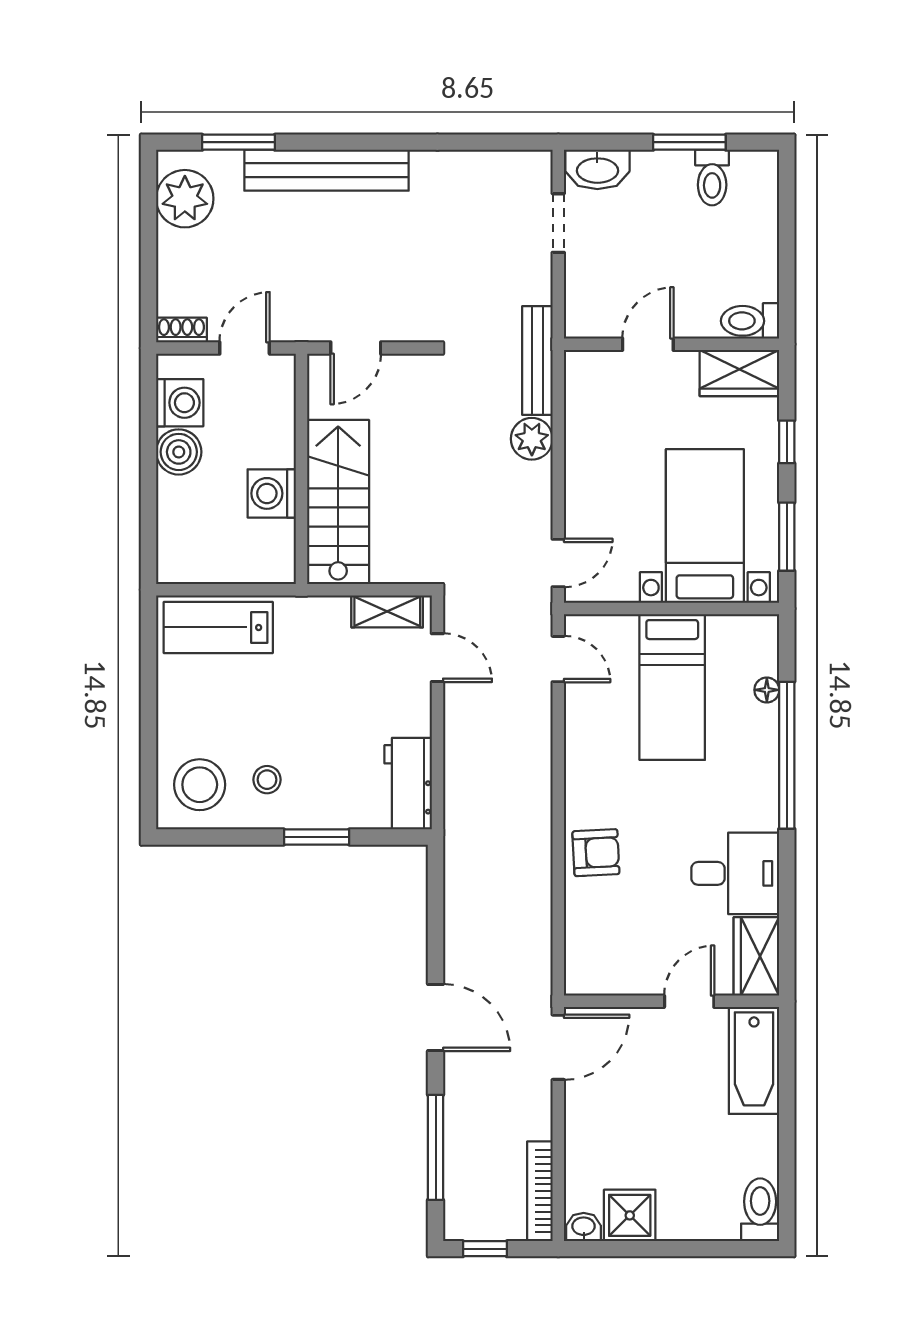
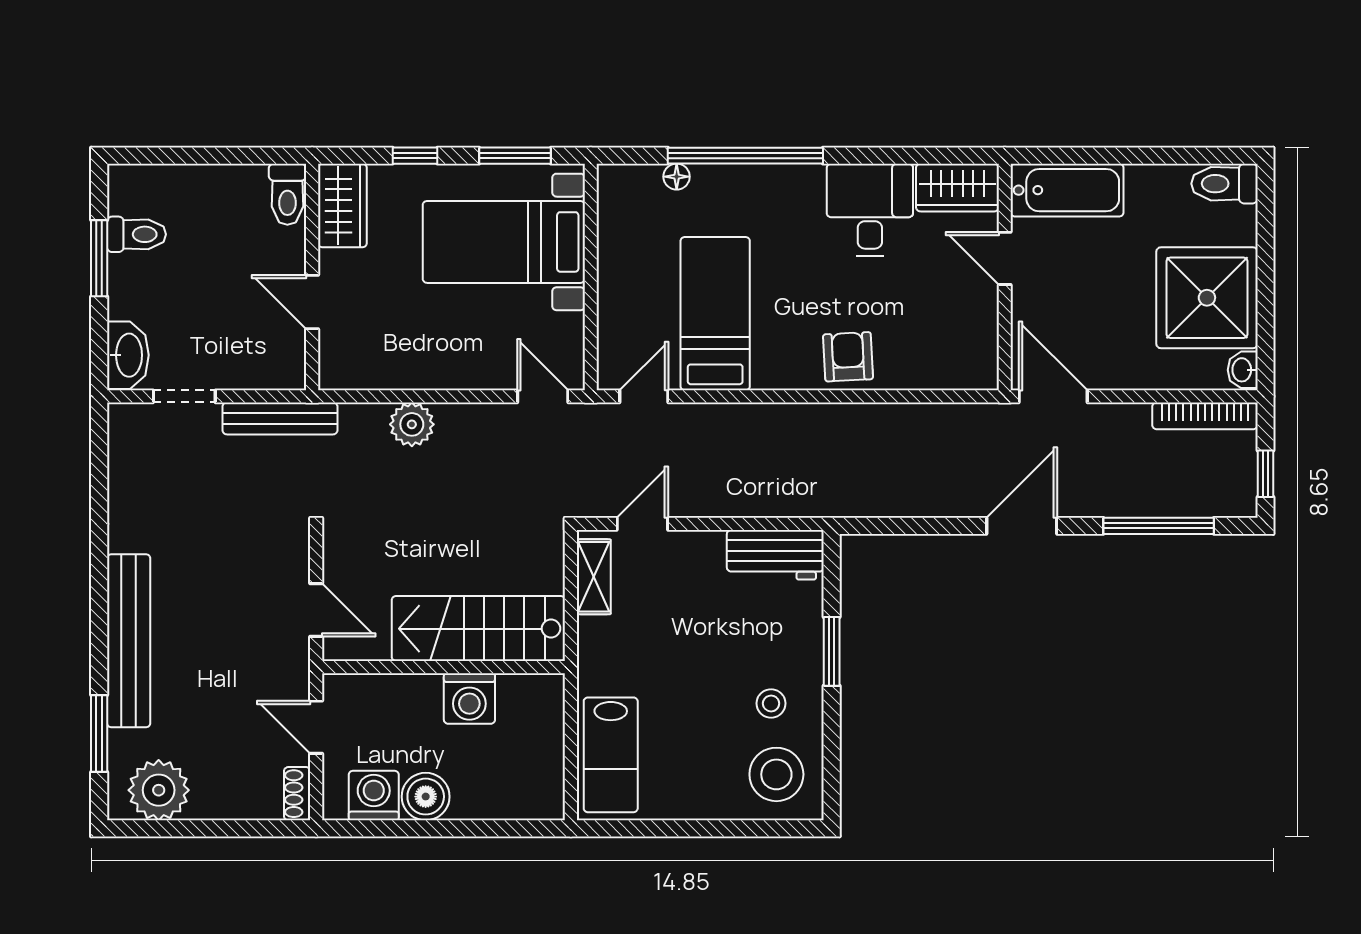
bench: (537, 361) -> (280, 418), moved
bed: (672, 687) -> (715, 314), moved, turned -90
shower: (630, 1215) -> (1207, 298), width x1.86, depth x1.86

